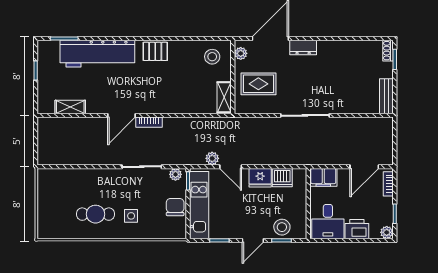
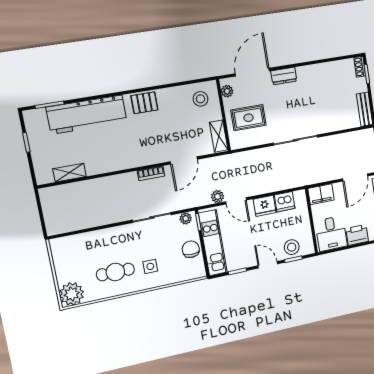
door: (121, 115) -> (184, 160), moved
plant: (49, 227) -> (72, 294), added
door: (253, 240) -> (268, 265), swing flipped

